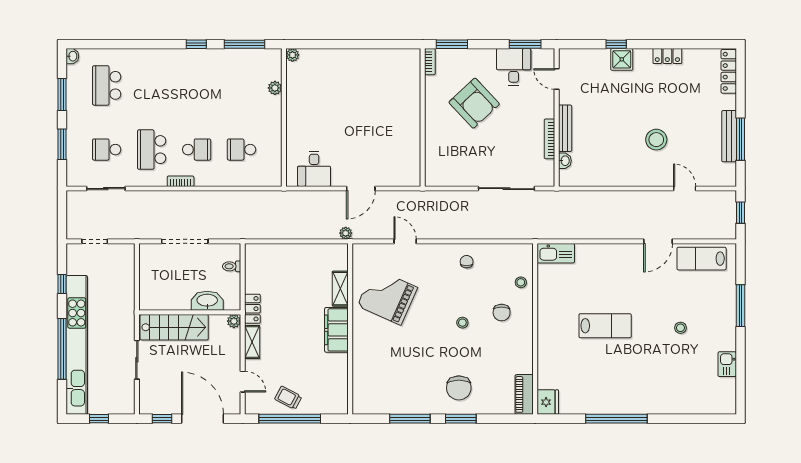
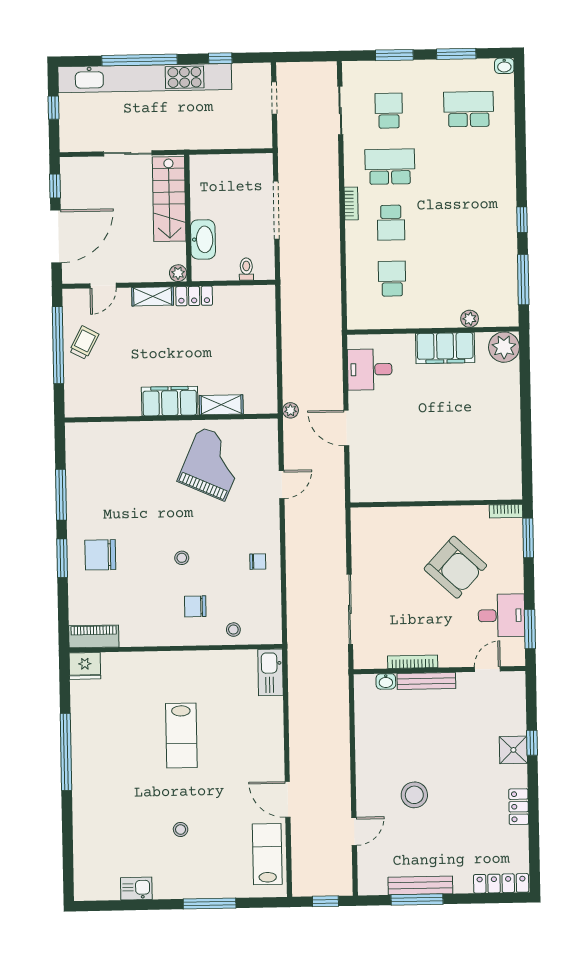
plant: (292, 55) -> (504, 347), width x1.88, depth x1.88
armchair: (474, 103) -> (455, 567), turned -94
filing cabinet: (298, 108) -> (445, 348), added

